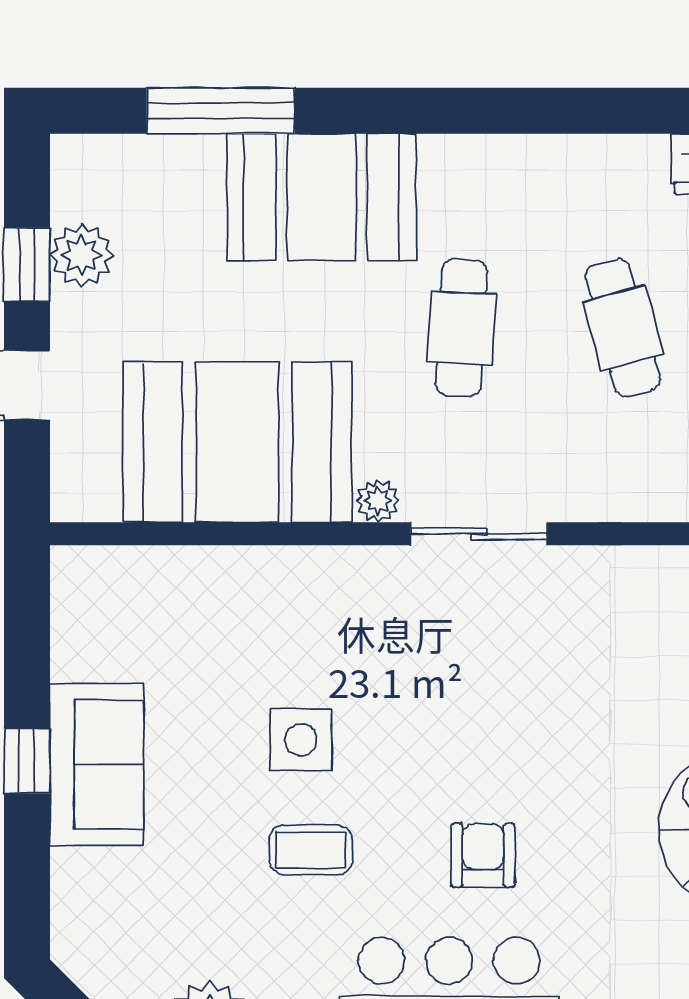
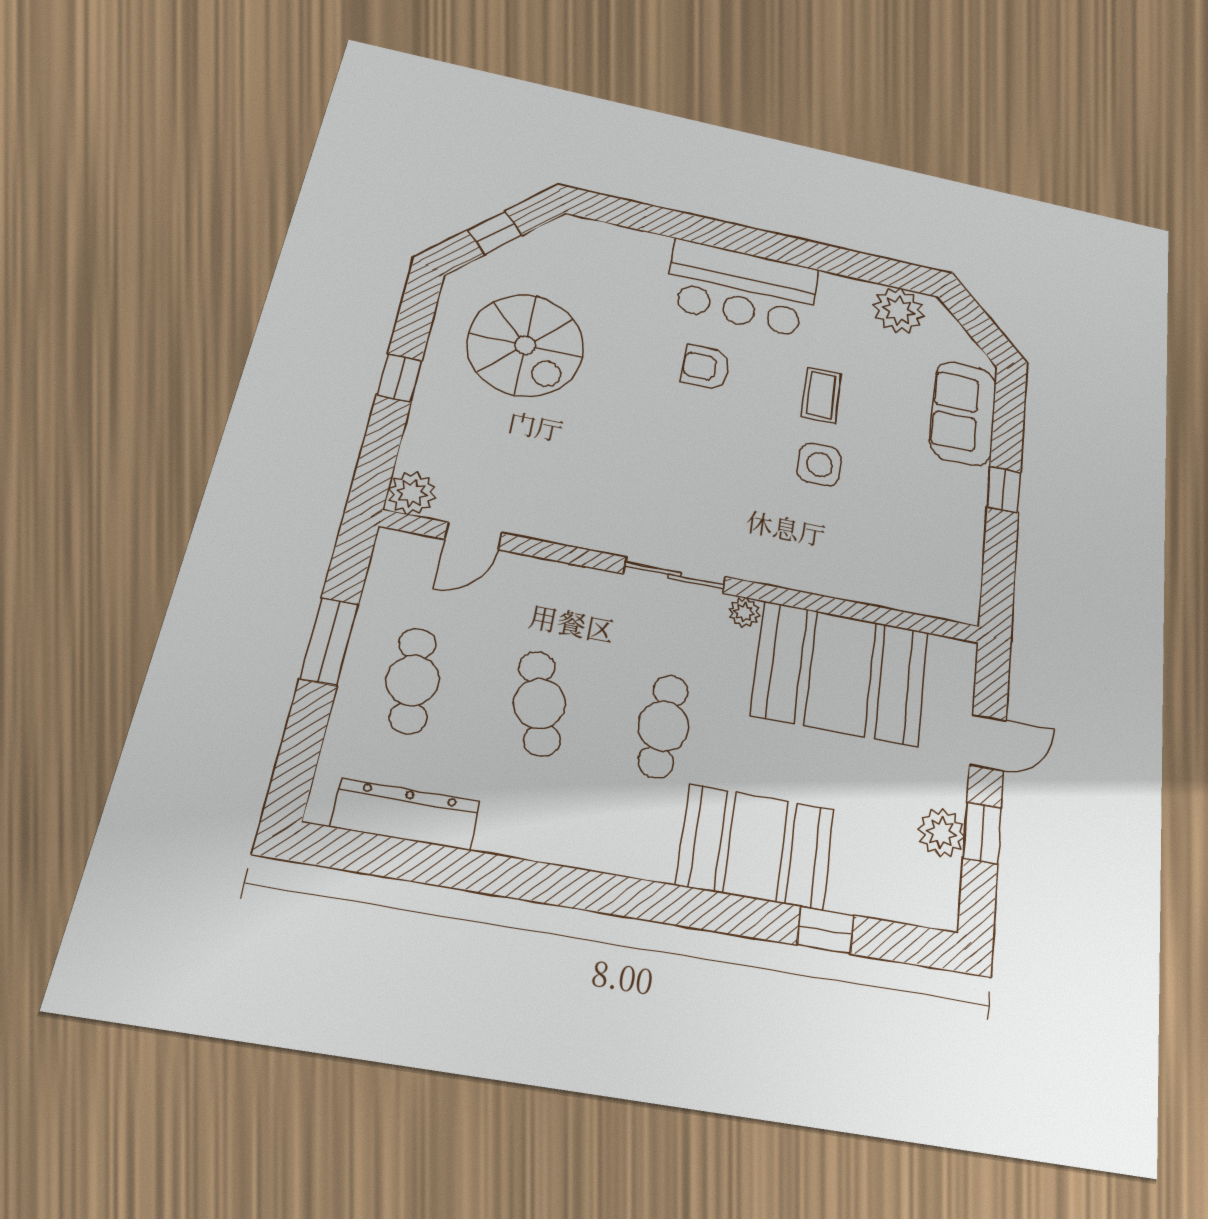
window: (221, 111) -> (826, 930), width x0.46
sofa: (97, 765) -> (963, 413), moved
coffee table: (311, 850) -> (821, 395), turned 90
armchair: (483, 855) -> (706, 367), turned 90

